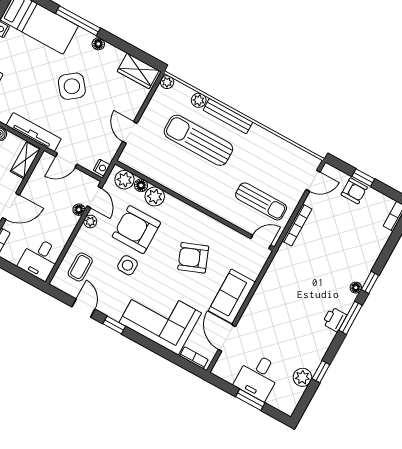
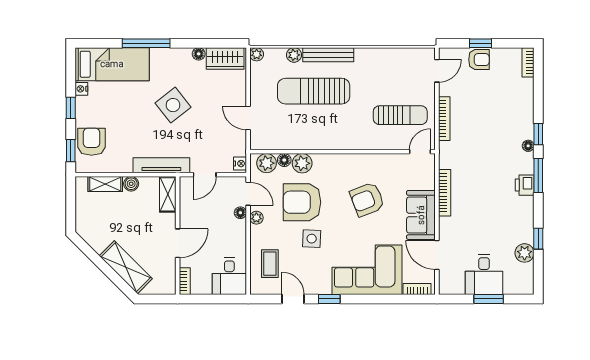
floor lamp: (98, 44) -> (199, 54), moved
bookcase: (262, 289) -> (445, 193), added

